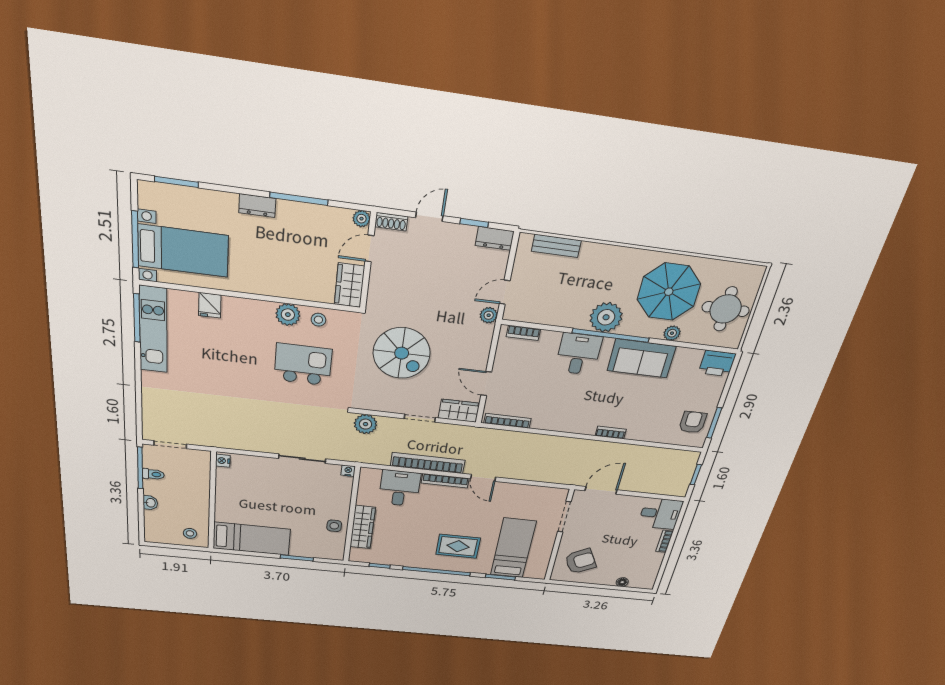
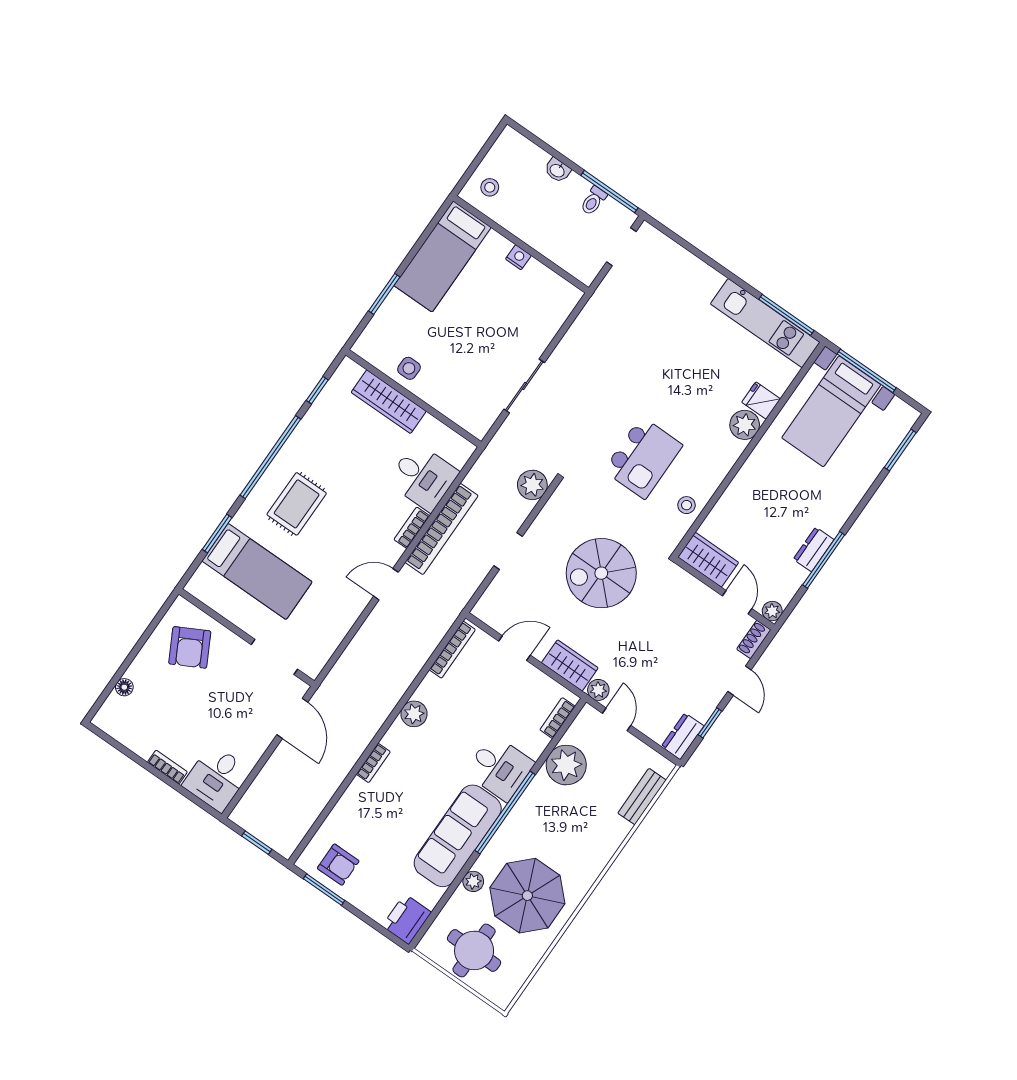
dresser: (257, 206) -> (814, 549), moved
plant: (288, 315) -> (745, 425), moved
plant: (606, 317) -> (566, 765), moved
sofa: (641, 358) -> (458, 836), width x1.36
wardrobe: (459, 411) -> (570, 665), moved, turned -90
plant: (564, 424) -> (414, 714), added
nightstand: (223, 461) -> (518, 257), moved
nightstand: (348, 471) -> (480, 430), removed
bookcase: (445, 481) -> (412, 528), width x0.64

